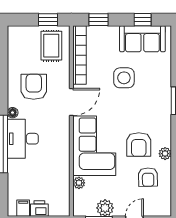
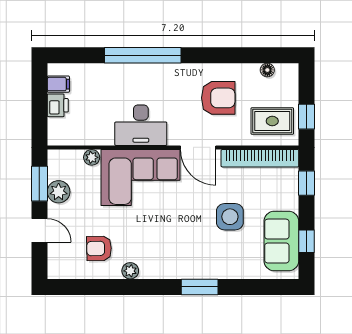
floor lamp: (13, 113) -> (267, 70), moved
desk: (23, 139) -> (141, 125), moved, turned 180
armchair: (139, 145) -> (142, 236), removed

